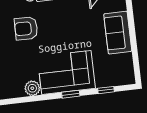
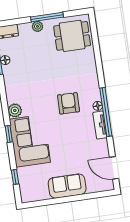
window: (71, 94) -> (9, 134), moved

